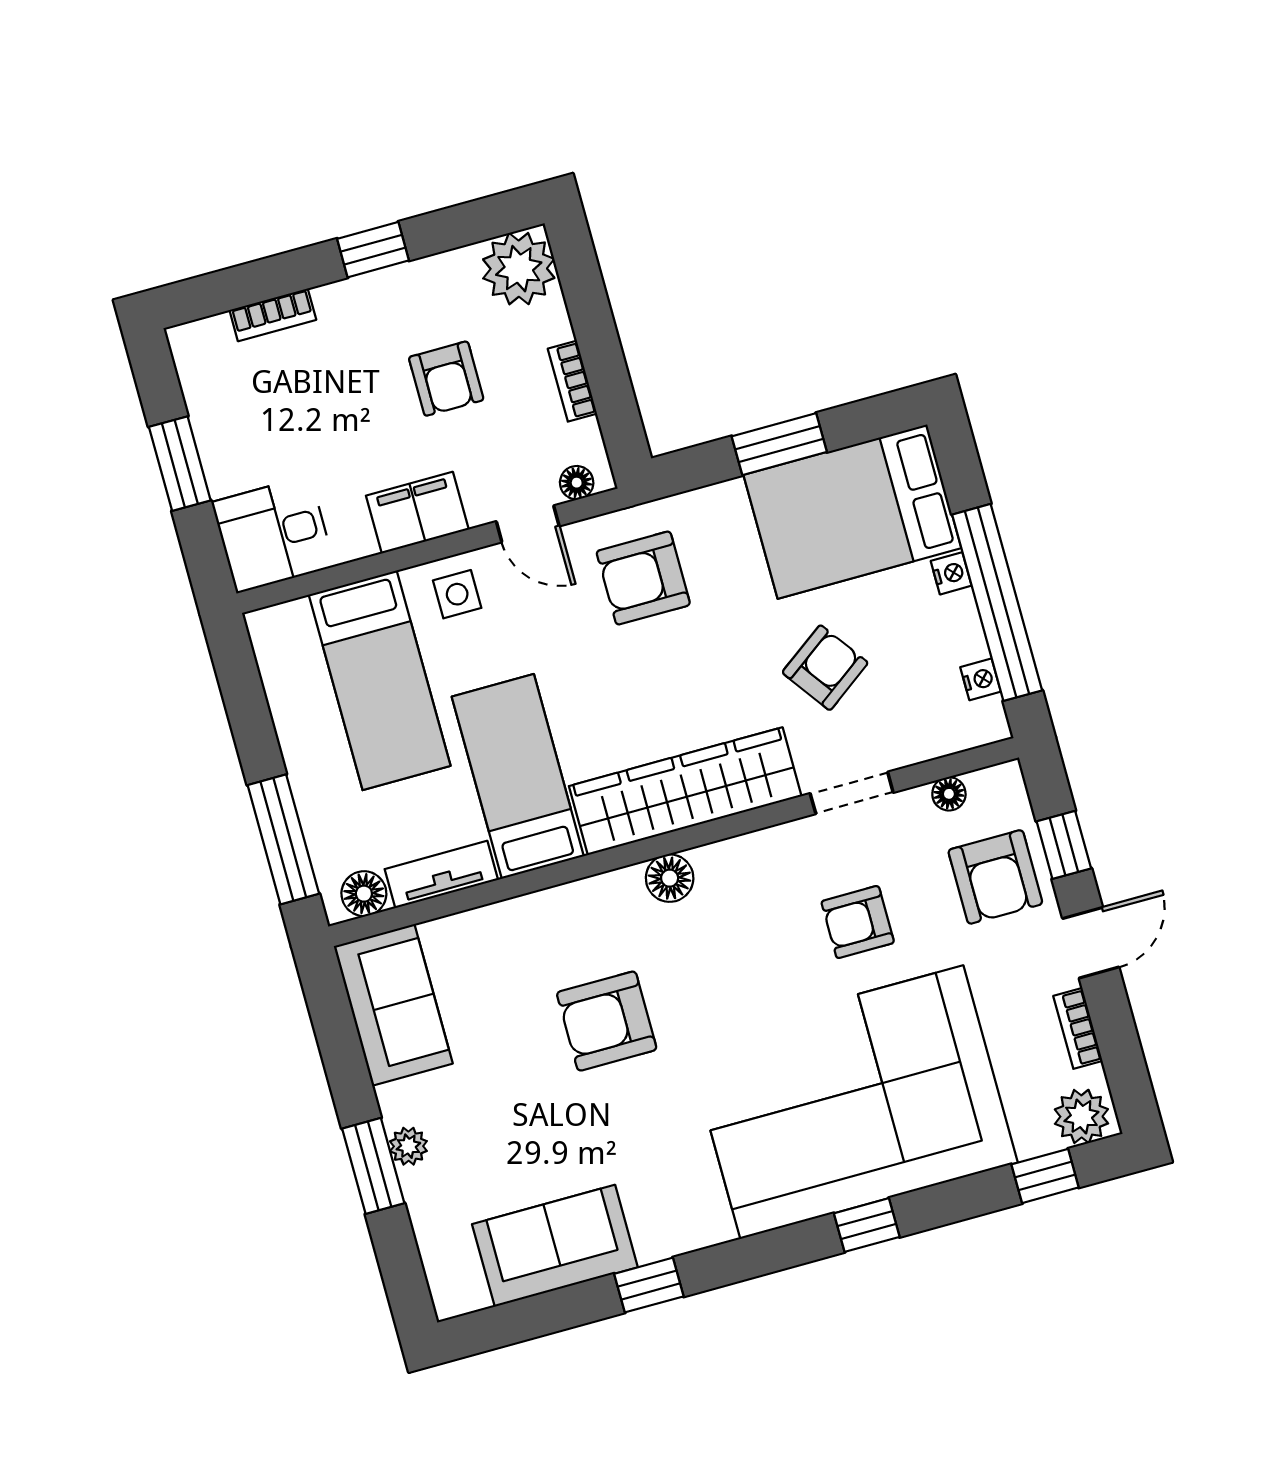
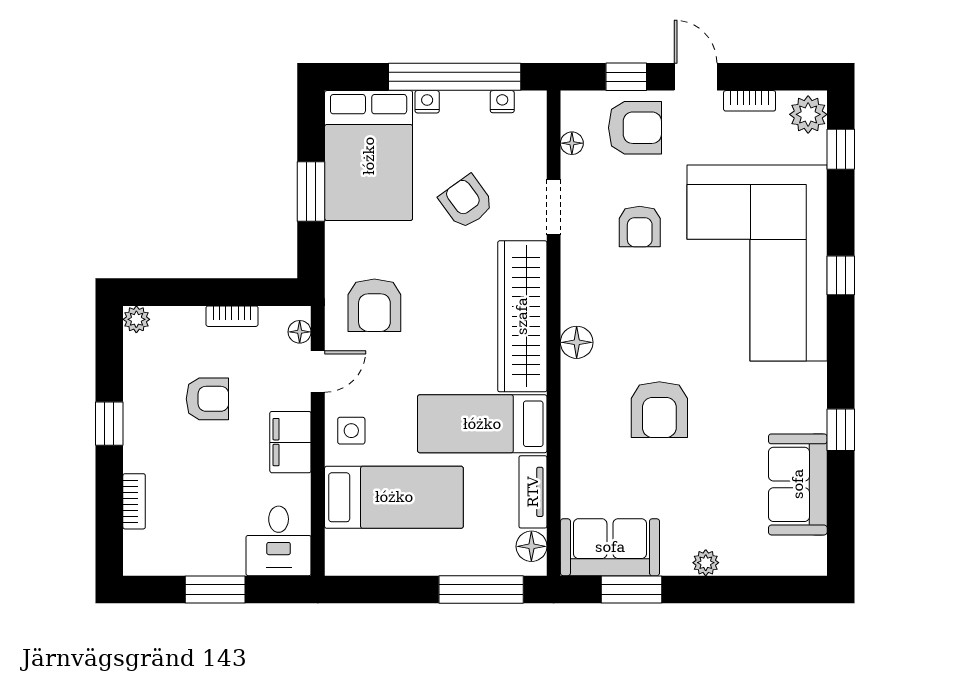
plant: (519, 269) -> (136, 319), width x0.53, depth x0.53
window: (373, 1166) -> (631, 589), moved

